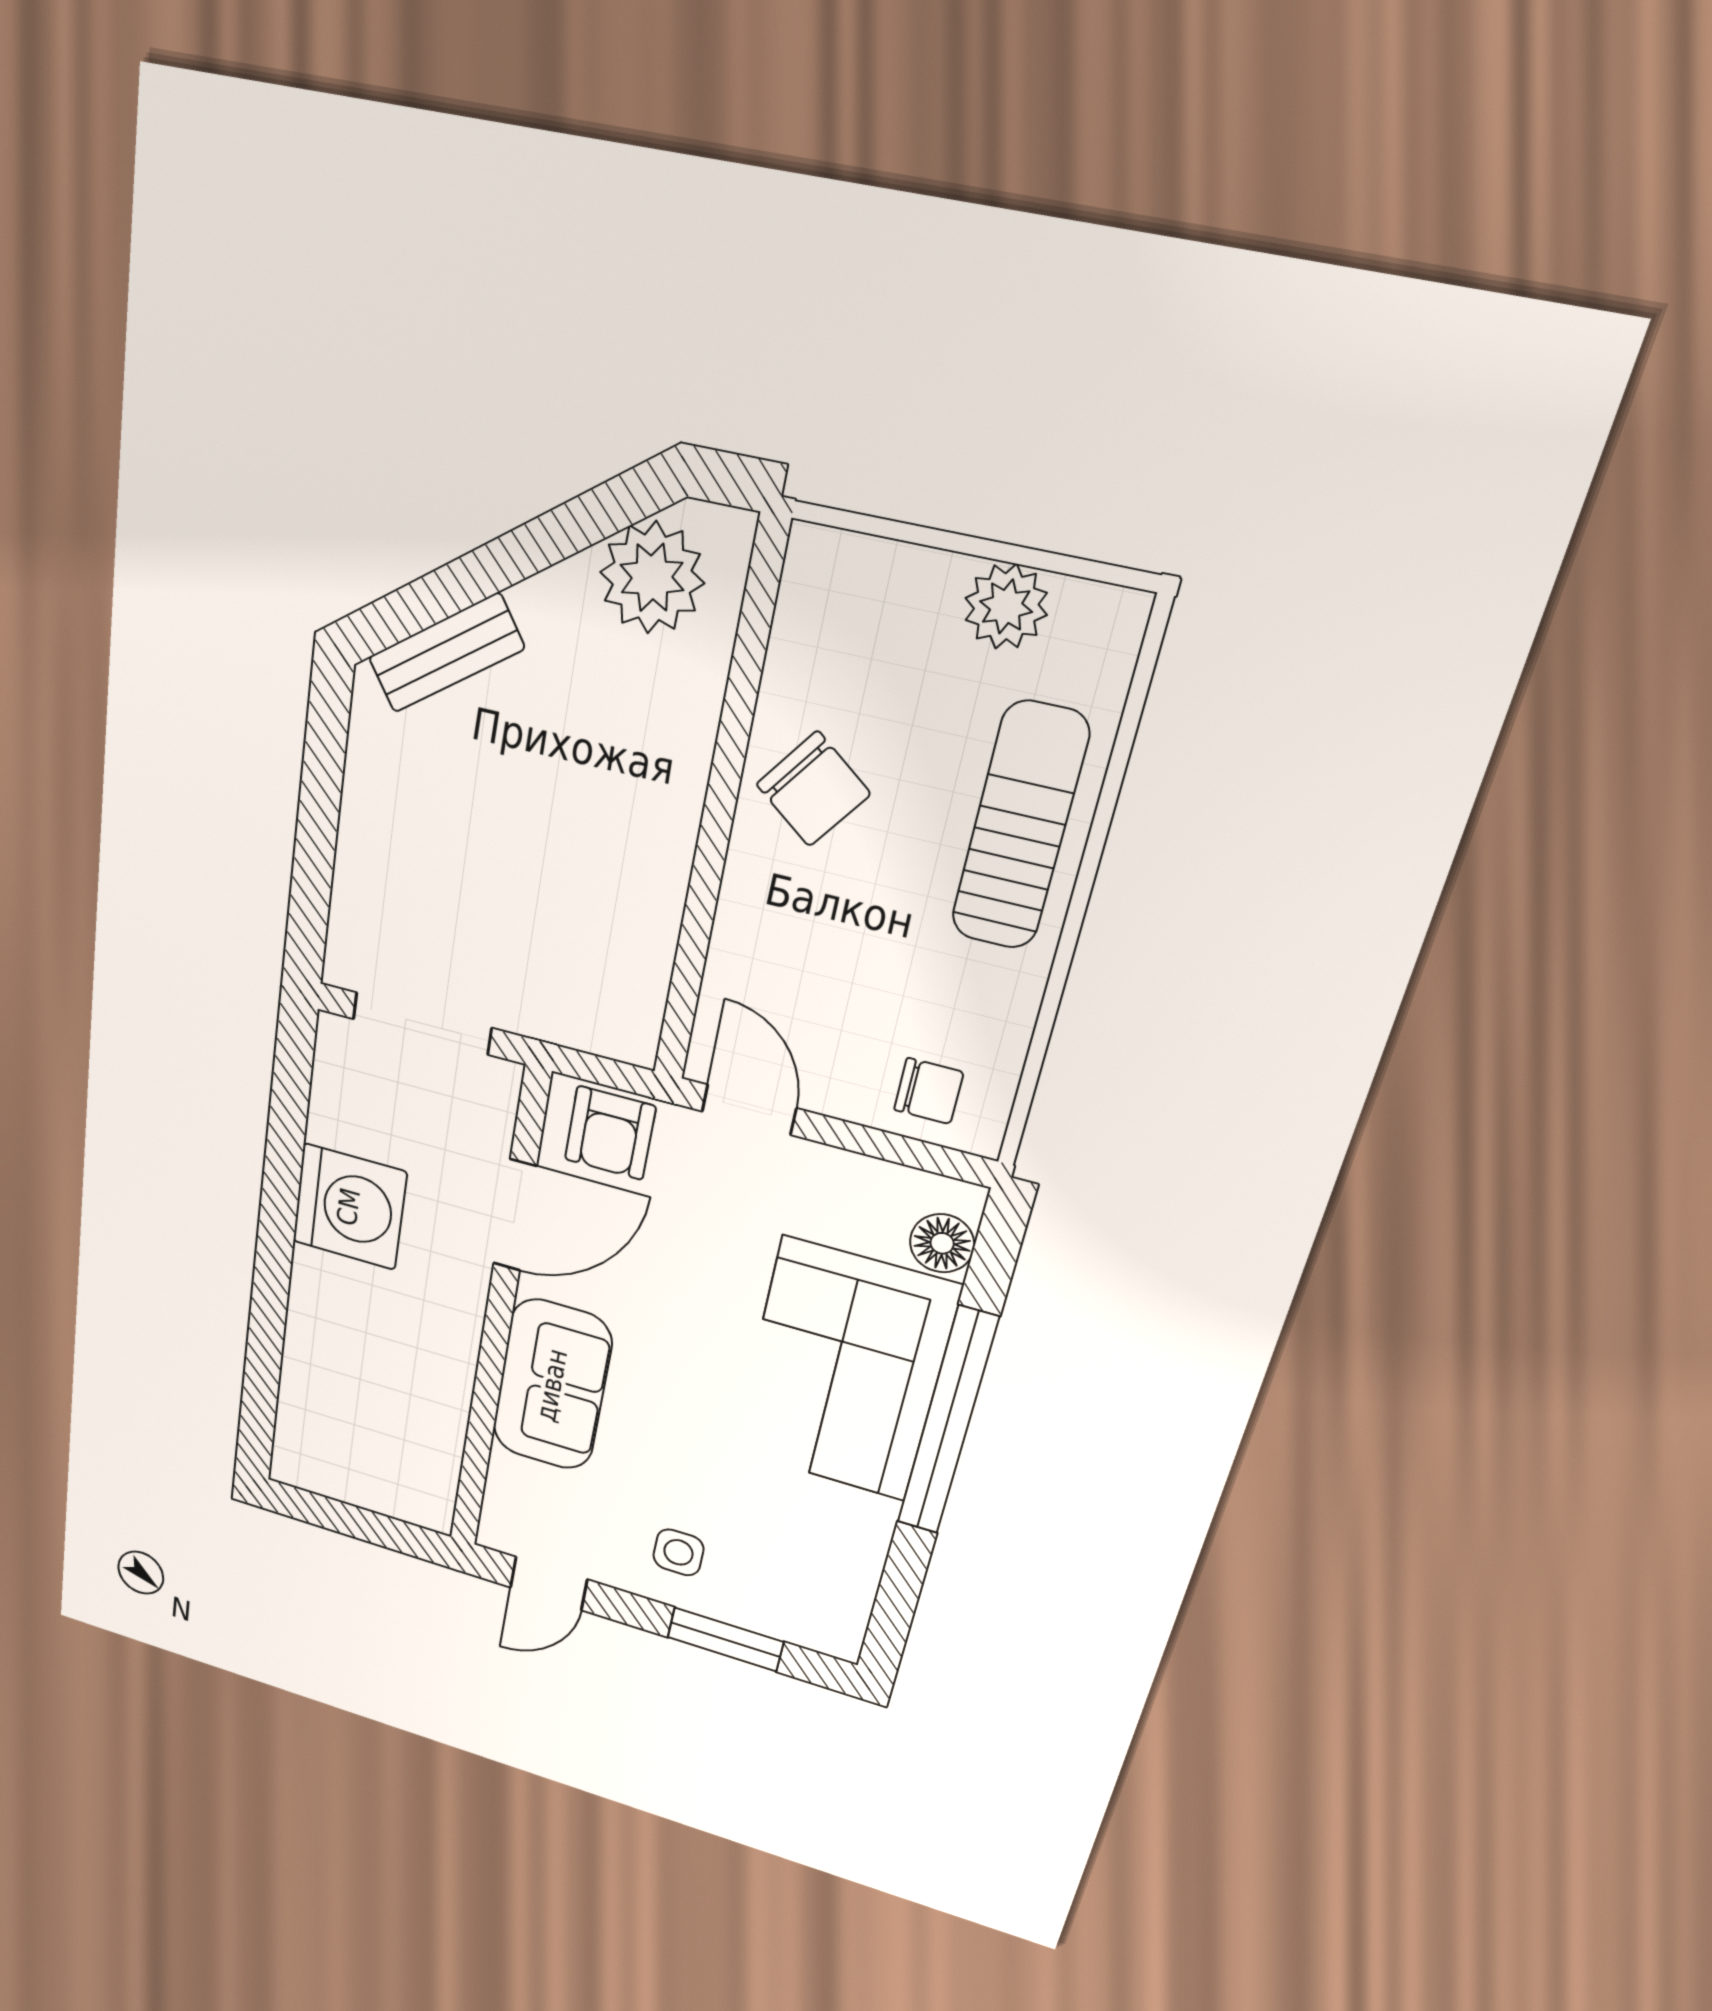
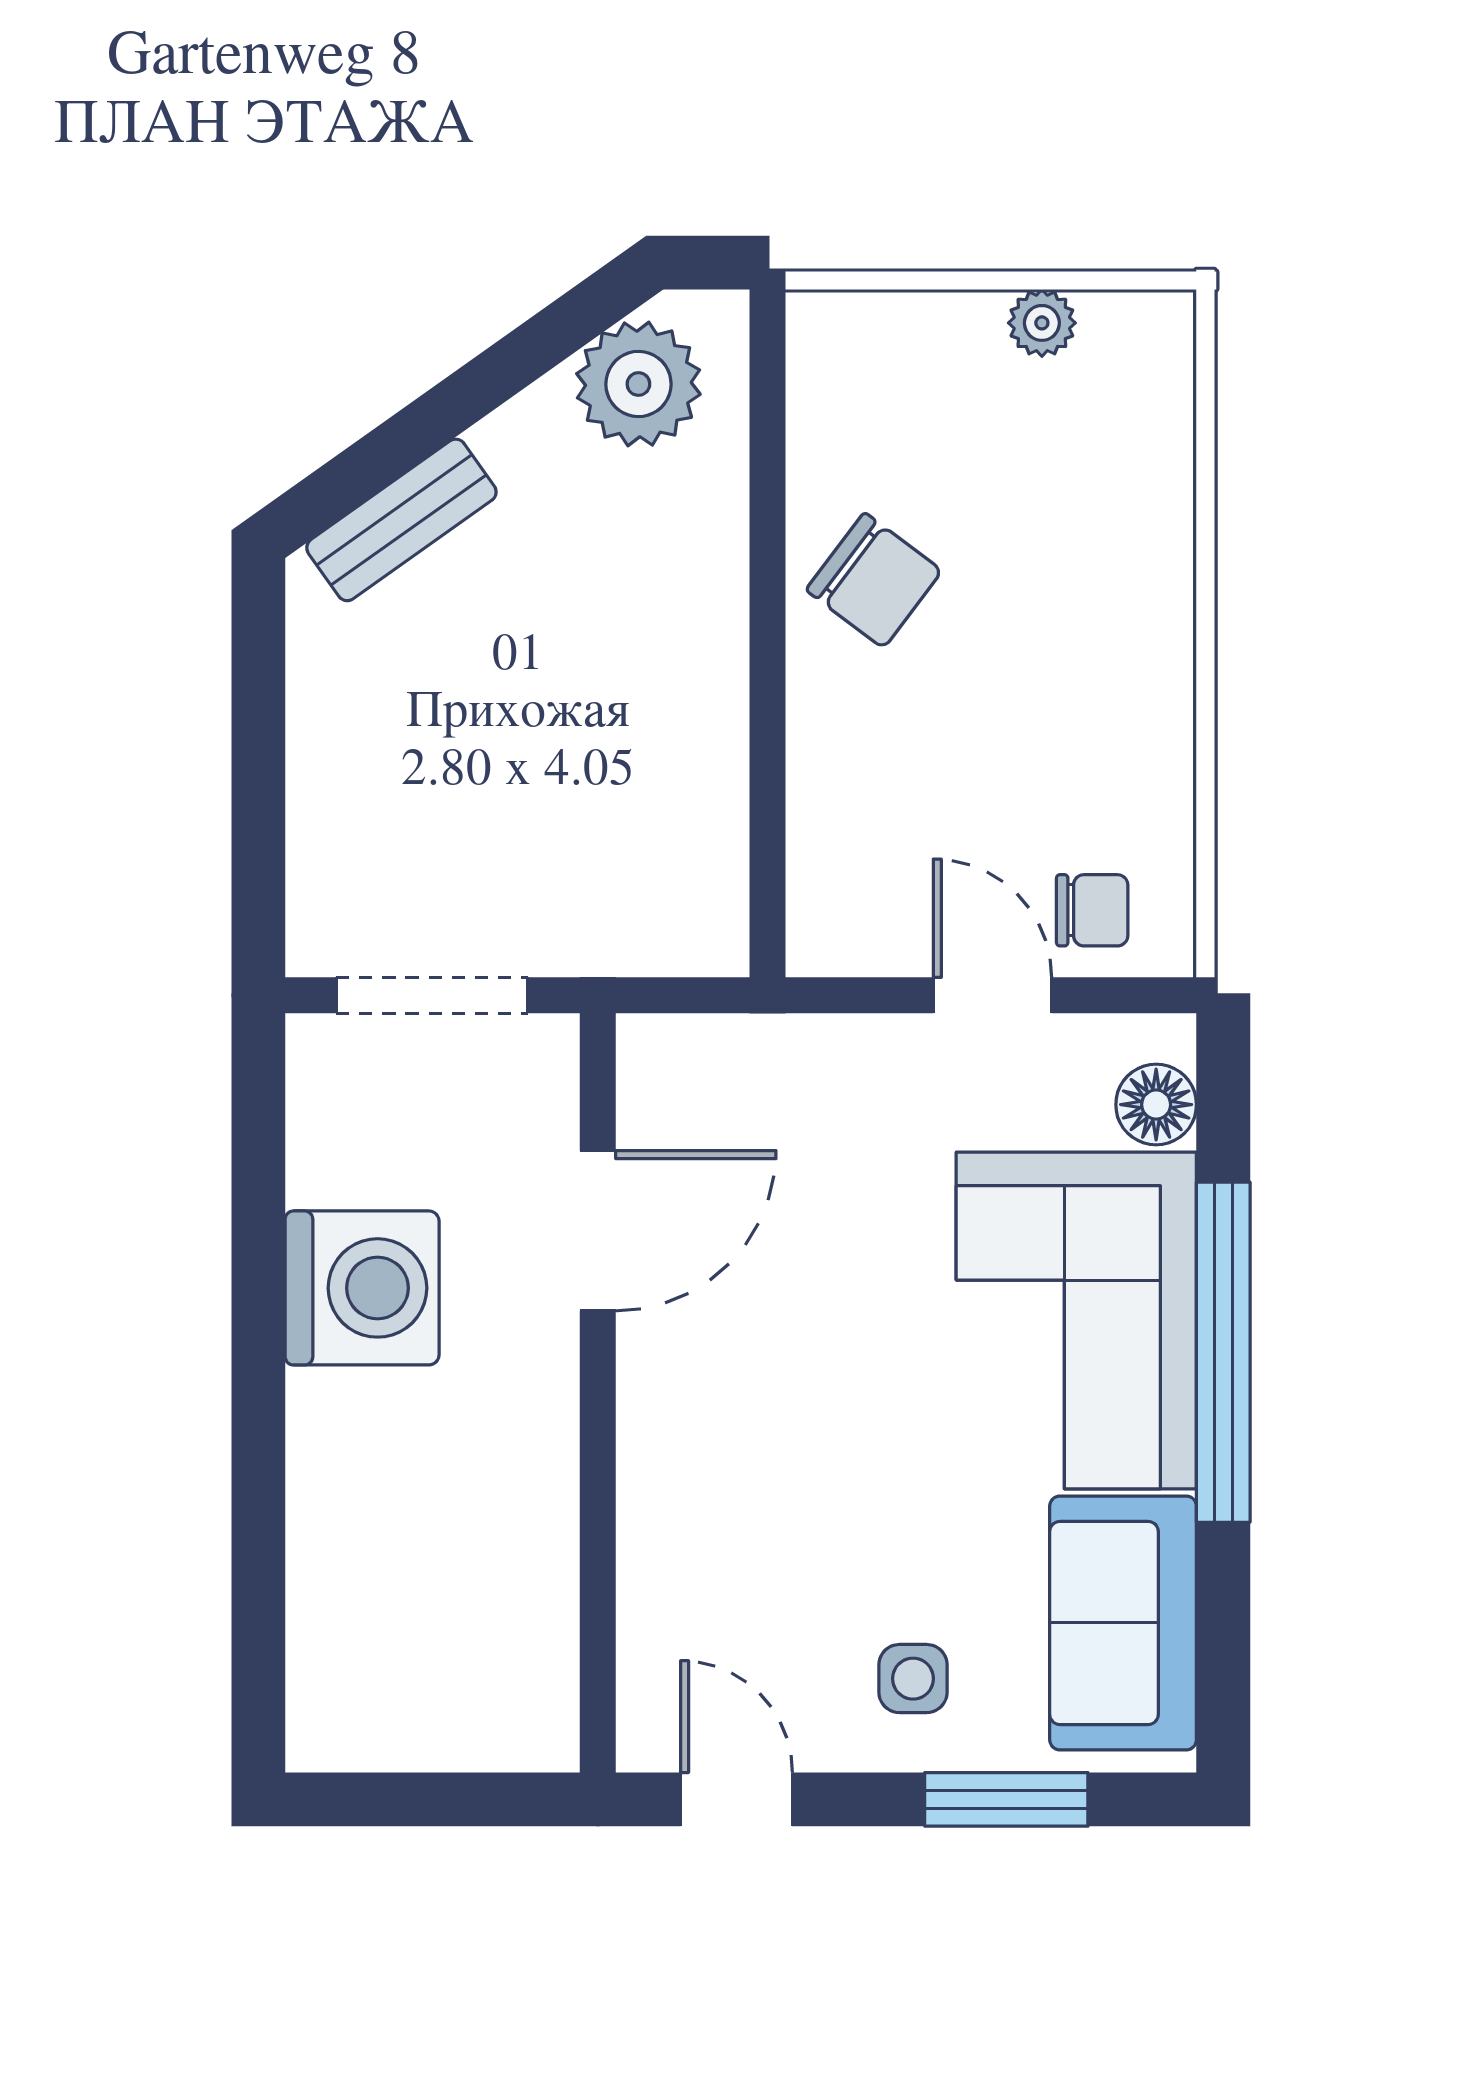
plant: (1006, 607) -> (1042, 323), width x0.73, depth x0.73
sun lounger: (1020, 827) -> (1117, 569), removed
door: (749, 1110) -> (992, 995), moved
armchair: (610, 1133) -> (707, 1077), removed
sofa: (552, 1385) -> (1123, 1623), moved, turned 180
door: (549, 1583) -> (736, 1799), swing flipped

